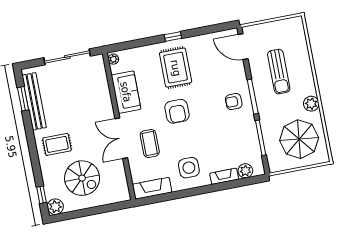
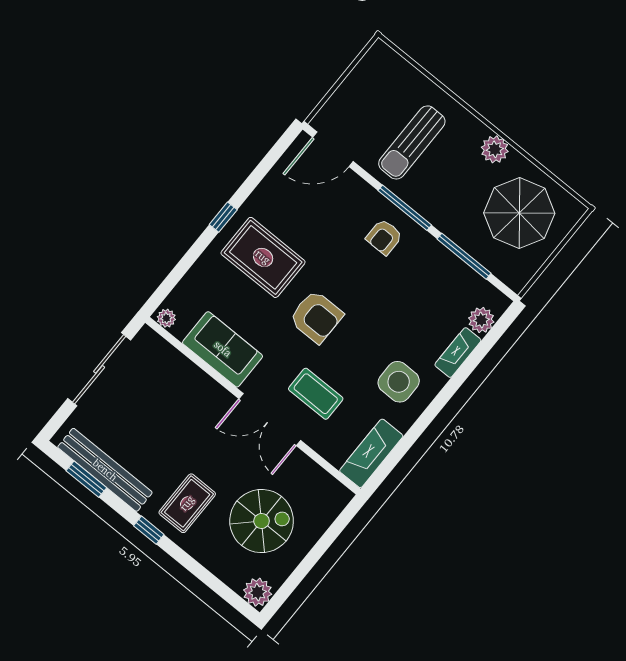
sun lounger: (279, 72) -> (412, 142), turned 90
window: (41, 195) -> (149, 530), moved

